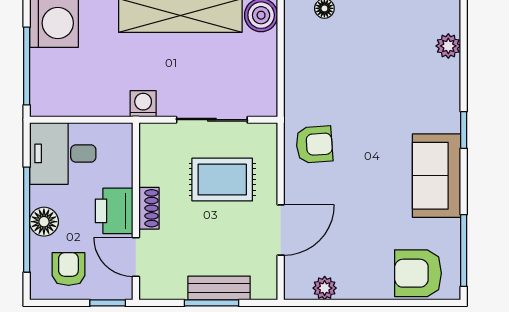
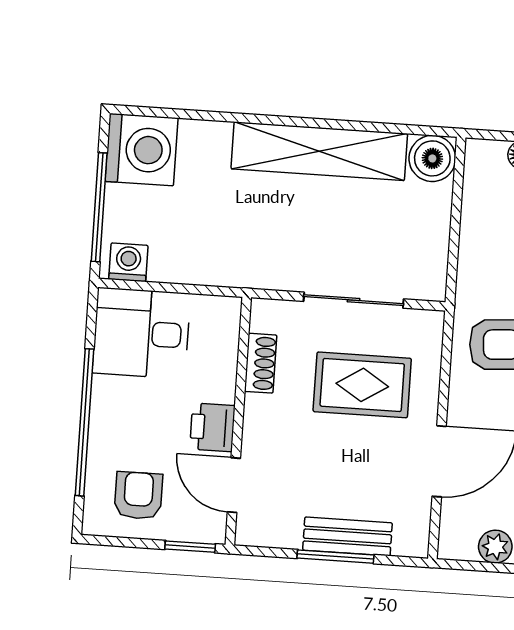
washing machine: (143, 104) -> (128, 262), moved
shoe rack: (149, 208) -> (261, 363), moved
printer: (114, 211) -> (212, 427), width x0.73, depth x0.81
floor lamp: (44, 222) -> (109, 427), removed

